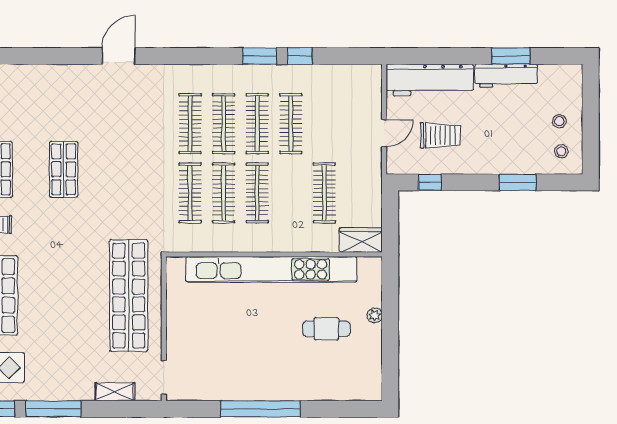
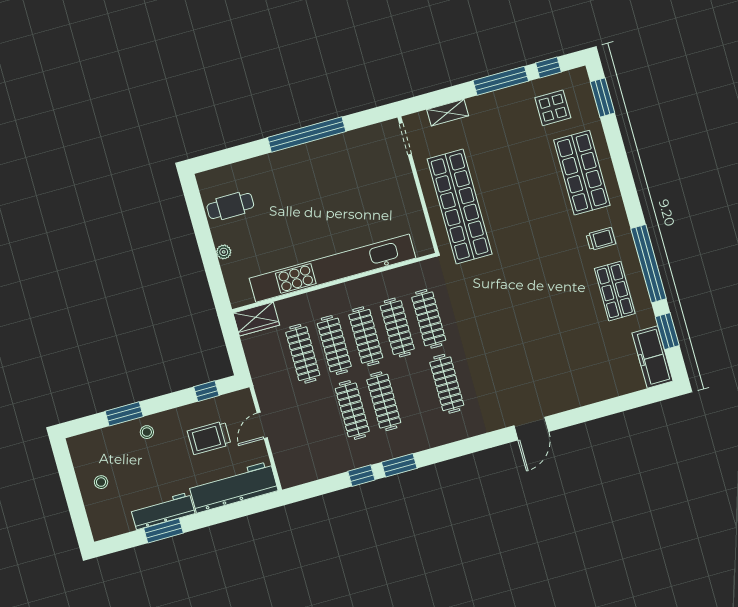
clothes rail: (224, 124) -> (334, 345), moved
stool: (561, 151) -> (147, 432), moved
shop shelf: (64, 169) -> (554, 308), removed
cafe table: (326, 329) -> (230, 206), moved

